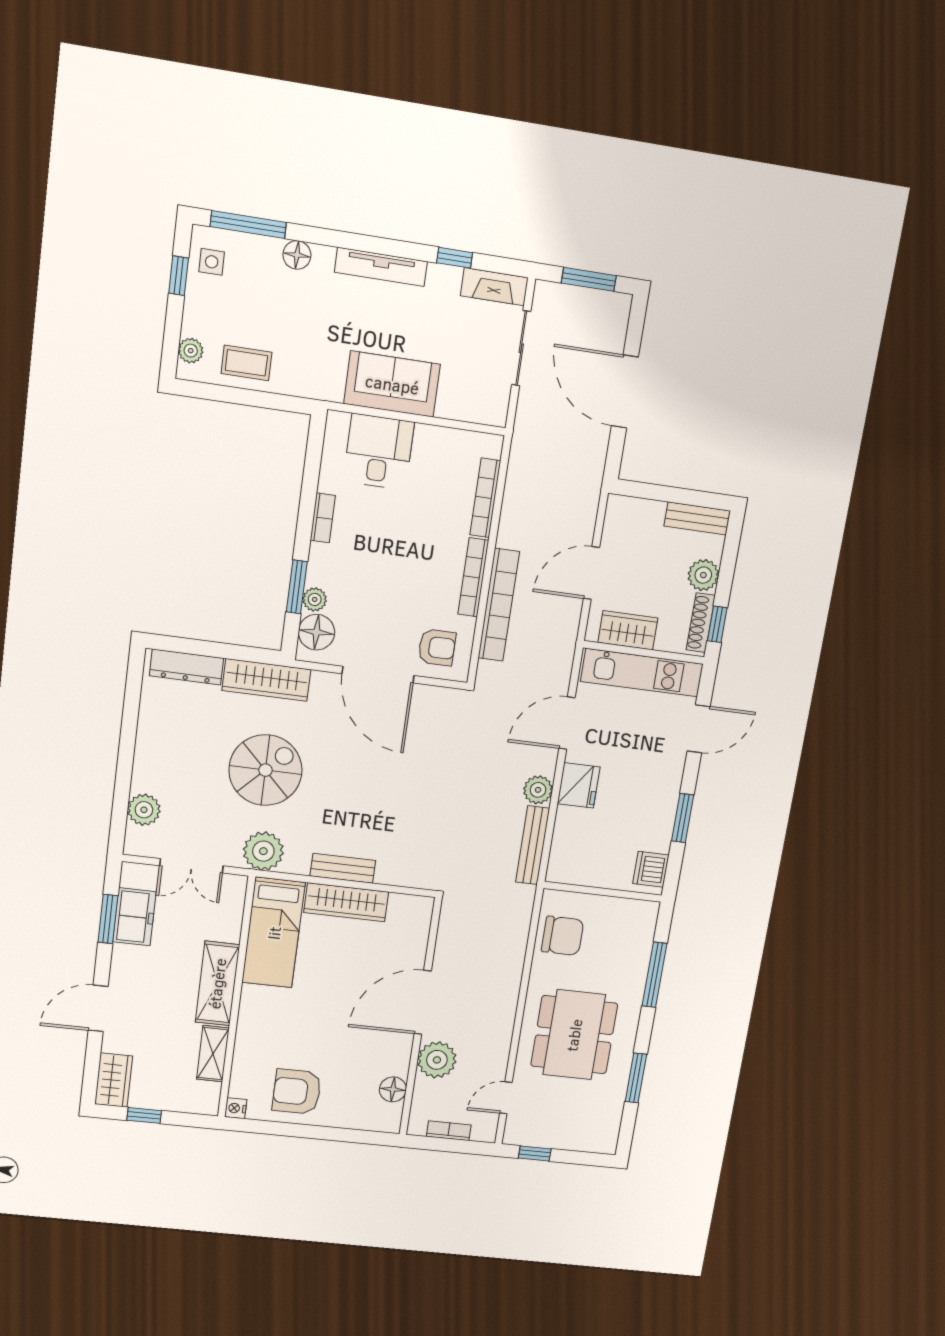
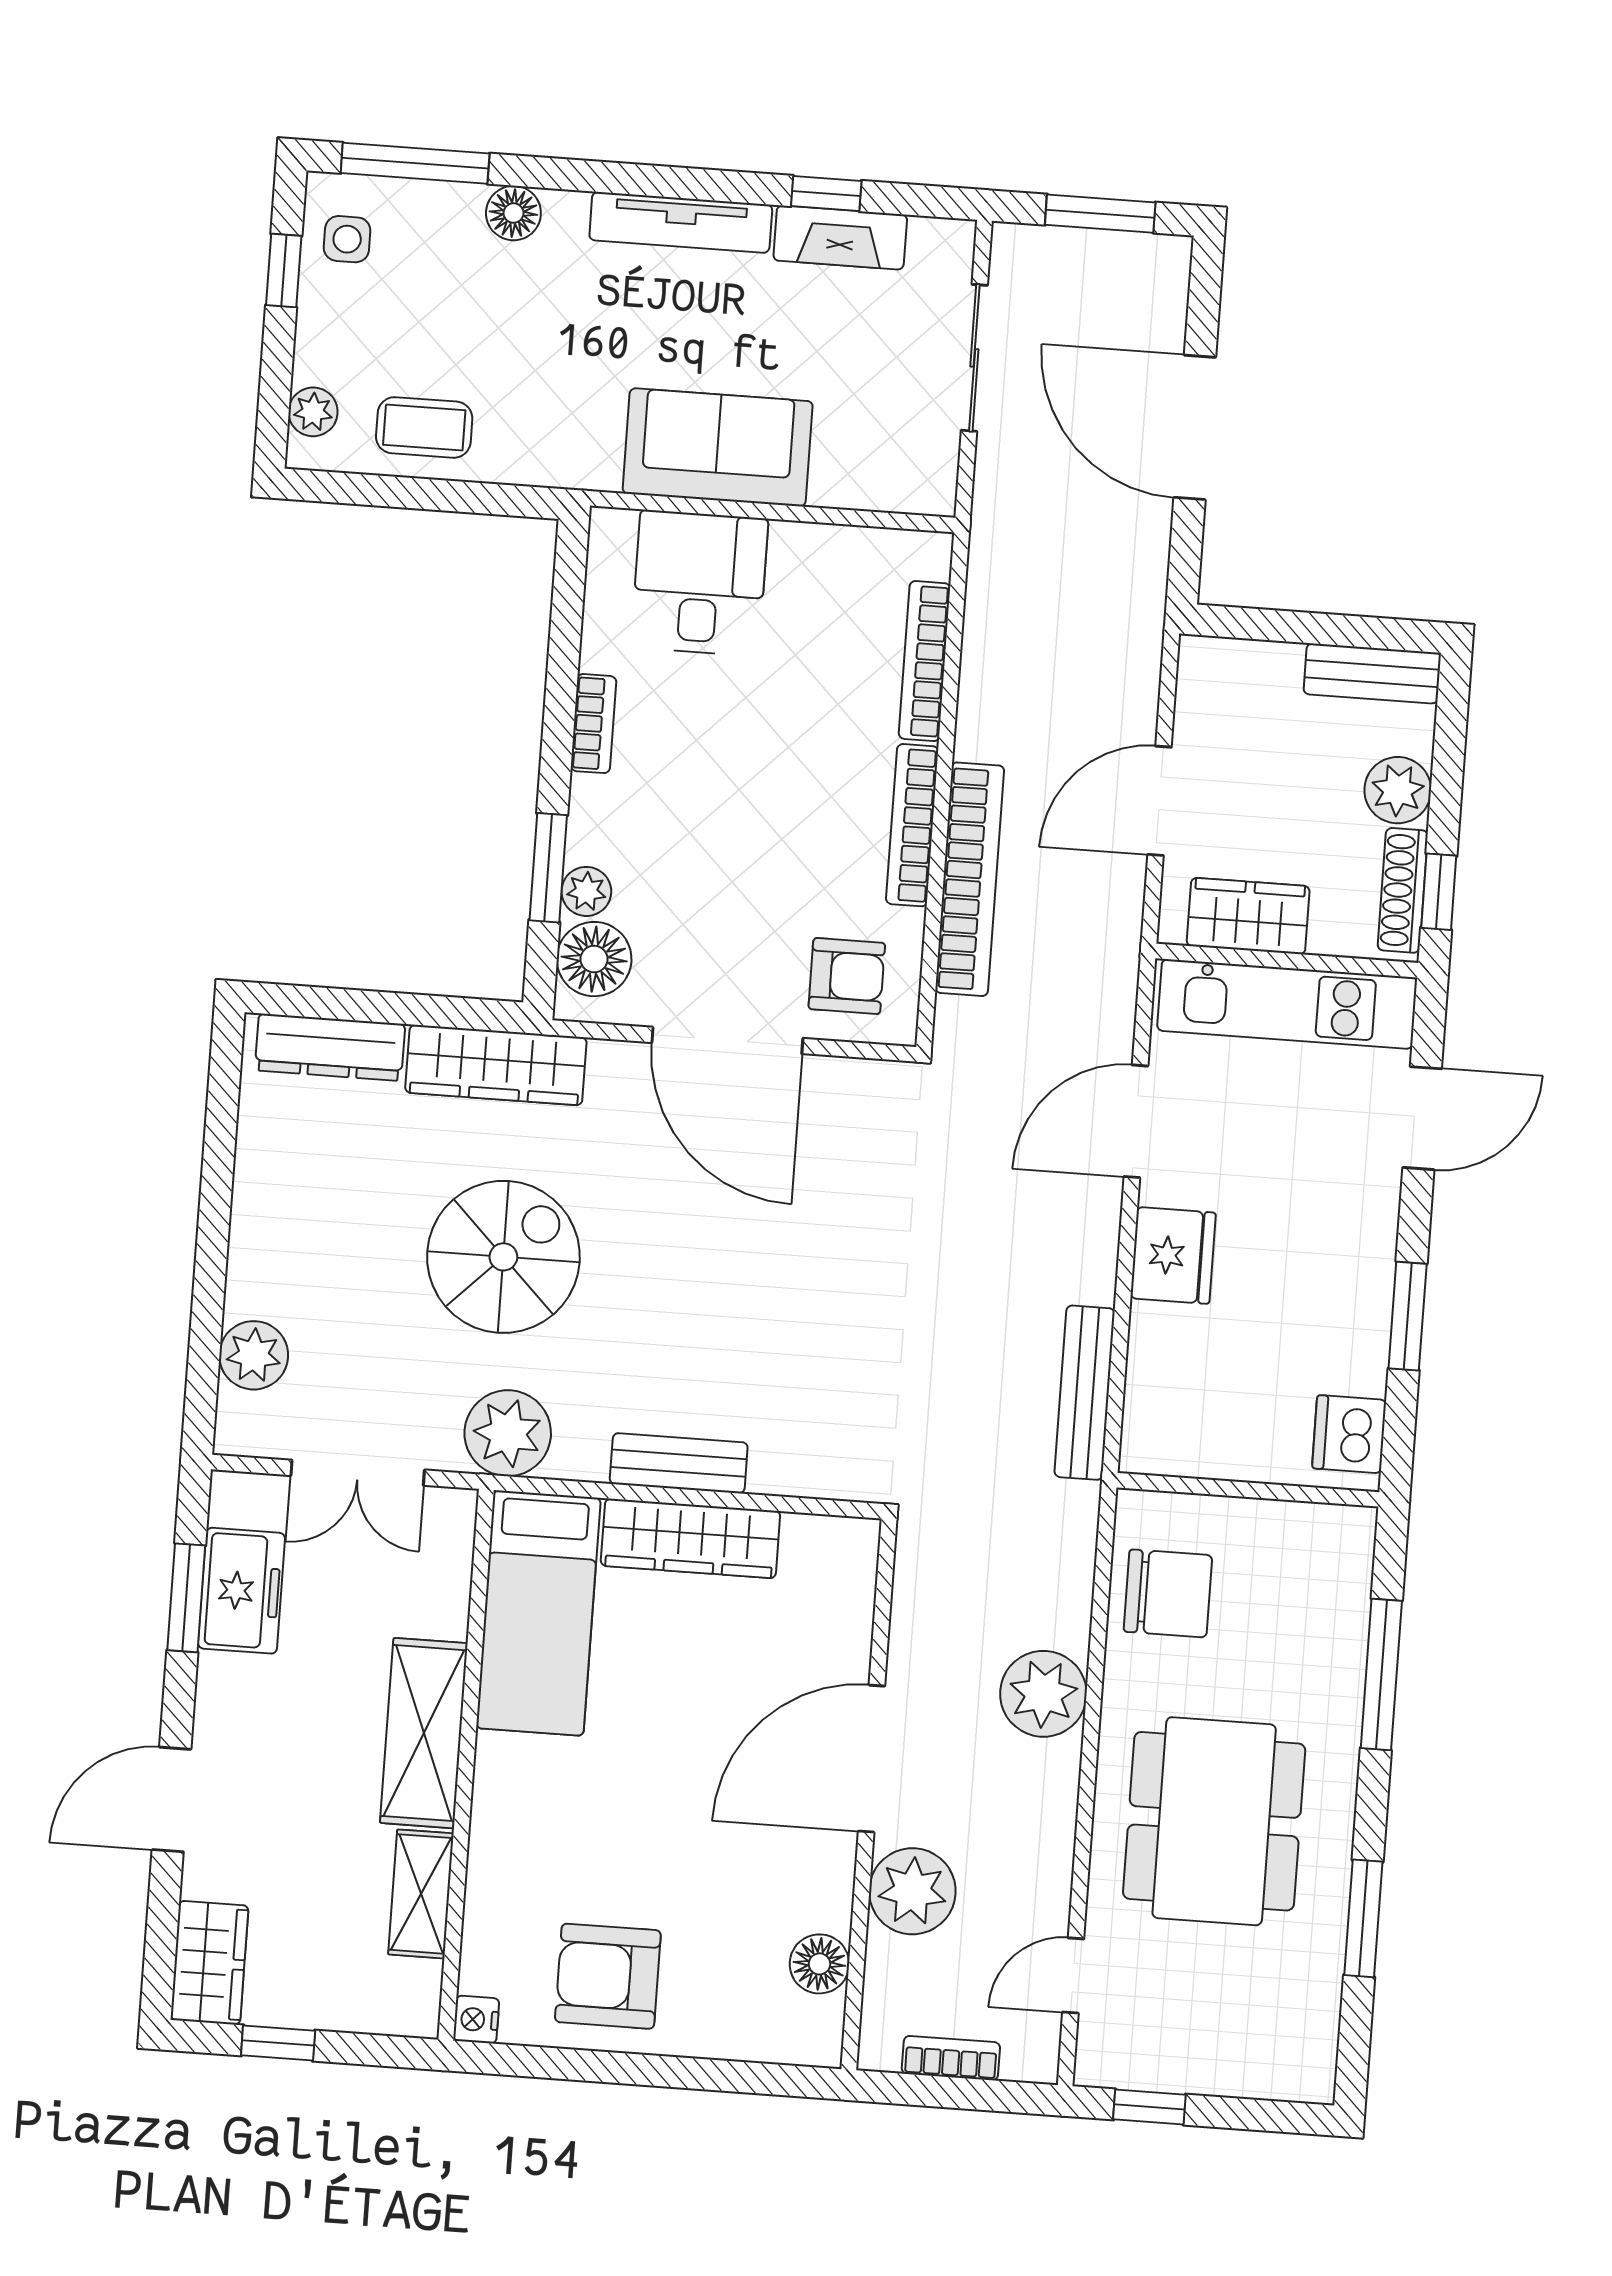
fireplace: (494, 287) -> (840, 238), moved
plant: (538, 790) -> (1043, 1694), moved, width x1.36, depth x1.36

